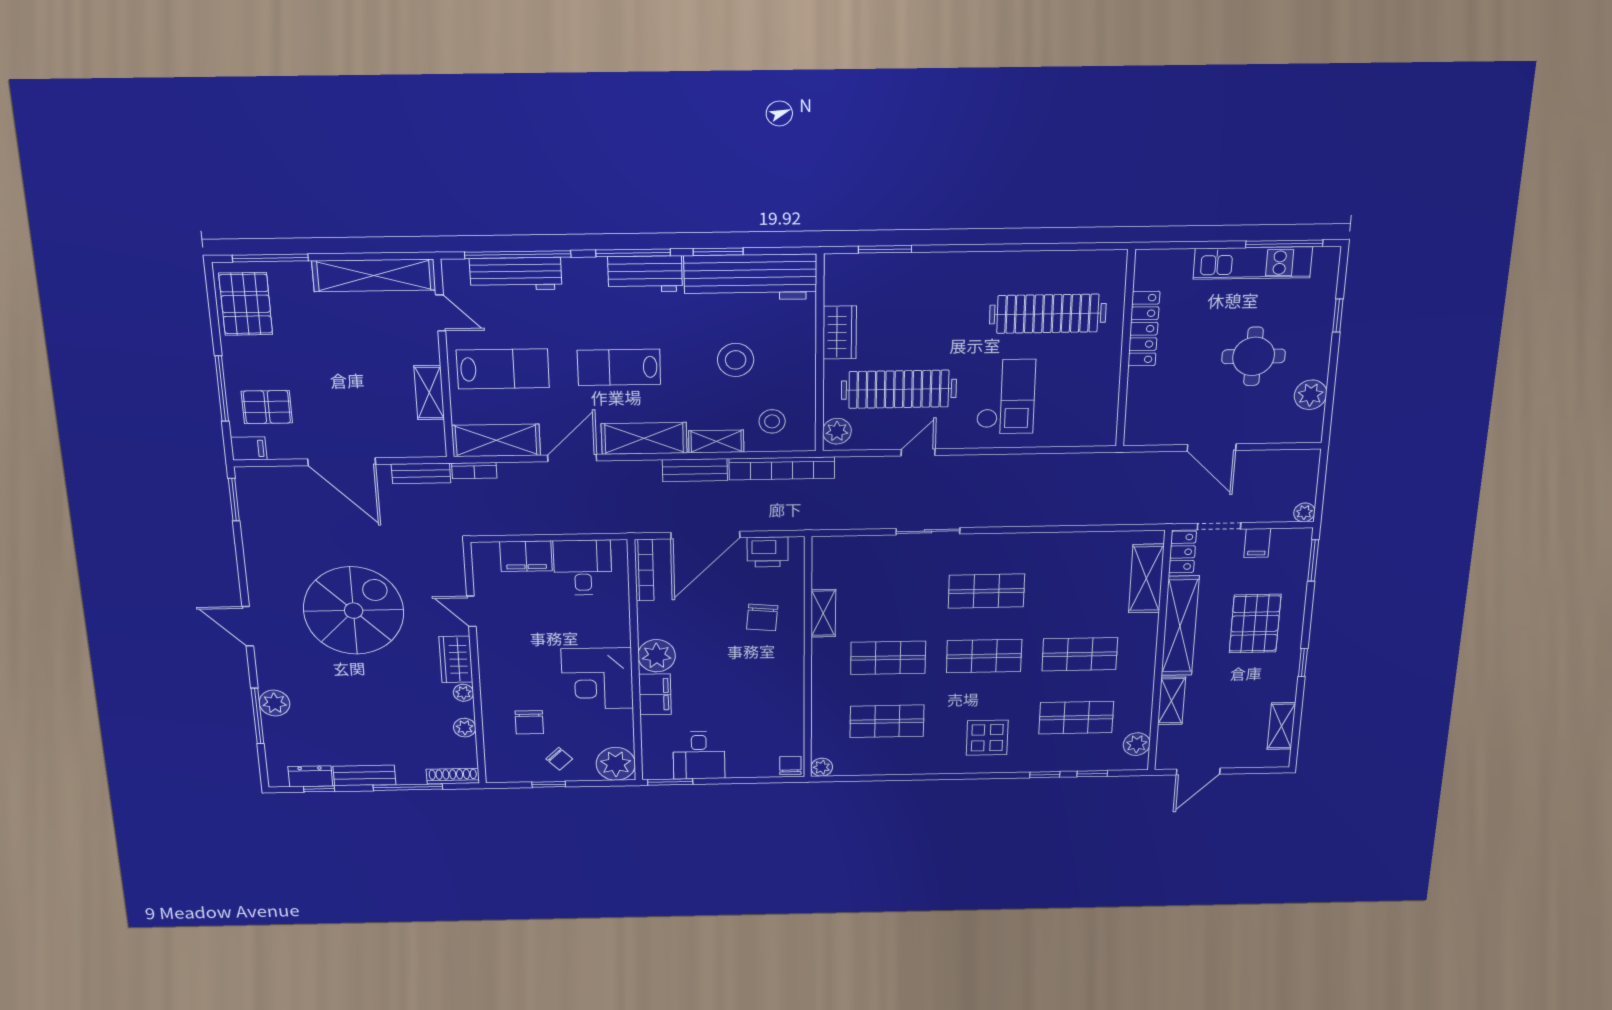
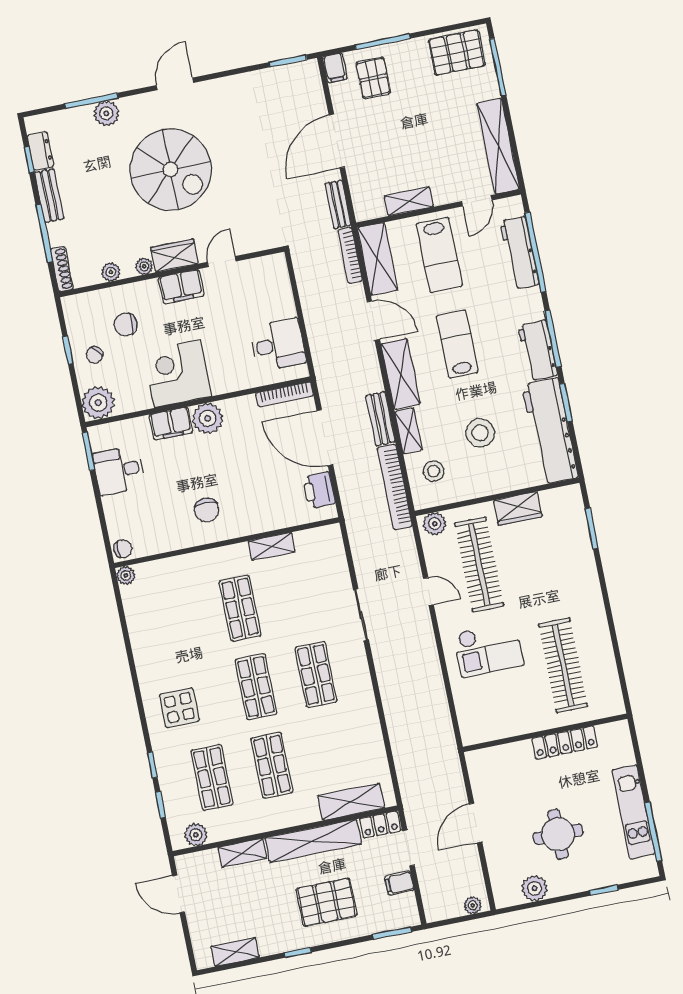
bookcase: (474, 471) -> (350, 255), width x1.56
plant: (1304, 512) -> (473, 905), moved
filing cabinet: (526, 556) -> (181, 287), moved, turned -90
spiral stairs: (354, 611) -> (171, 170), moved
chair: (762, 617) -> (207, 510), moved, turned -95
shop shelf: (887, 721) -> (180, 620), removed

